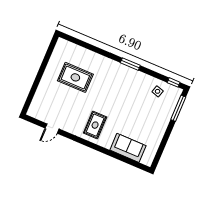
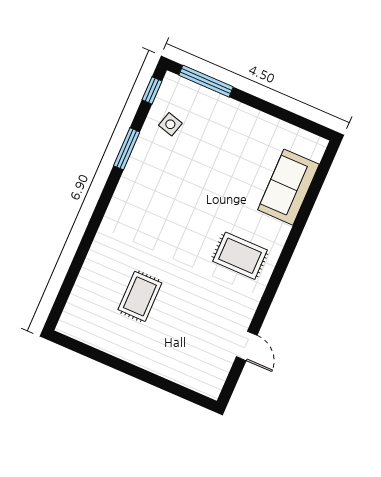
window: (130, 64) -> (127, 149), moved
rug: (75, 77) -> (140, 296), width x0.73, depth x0.70

